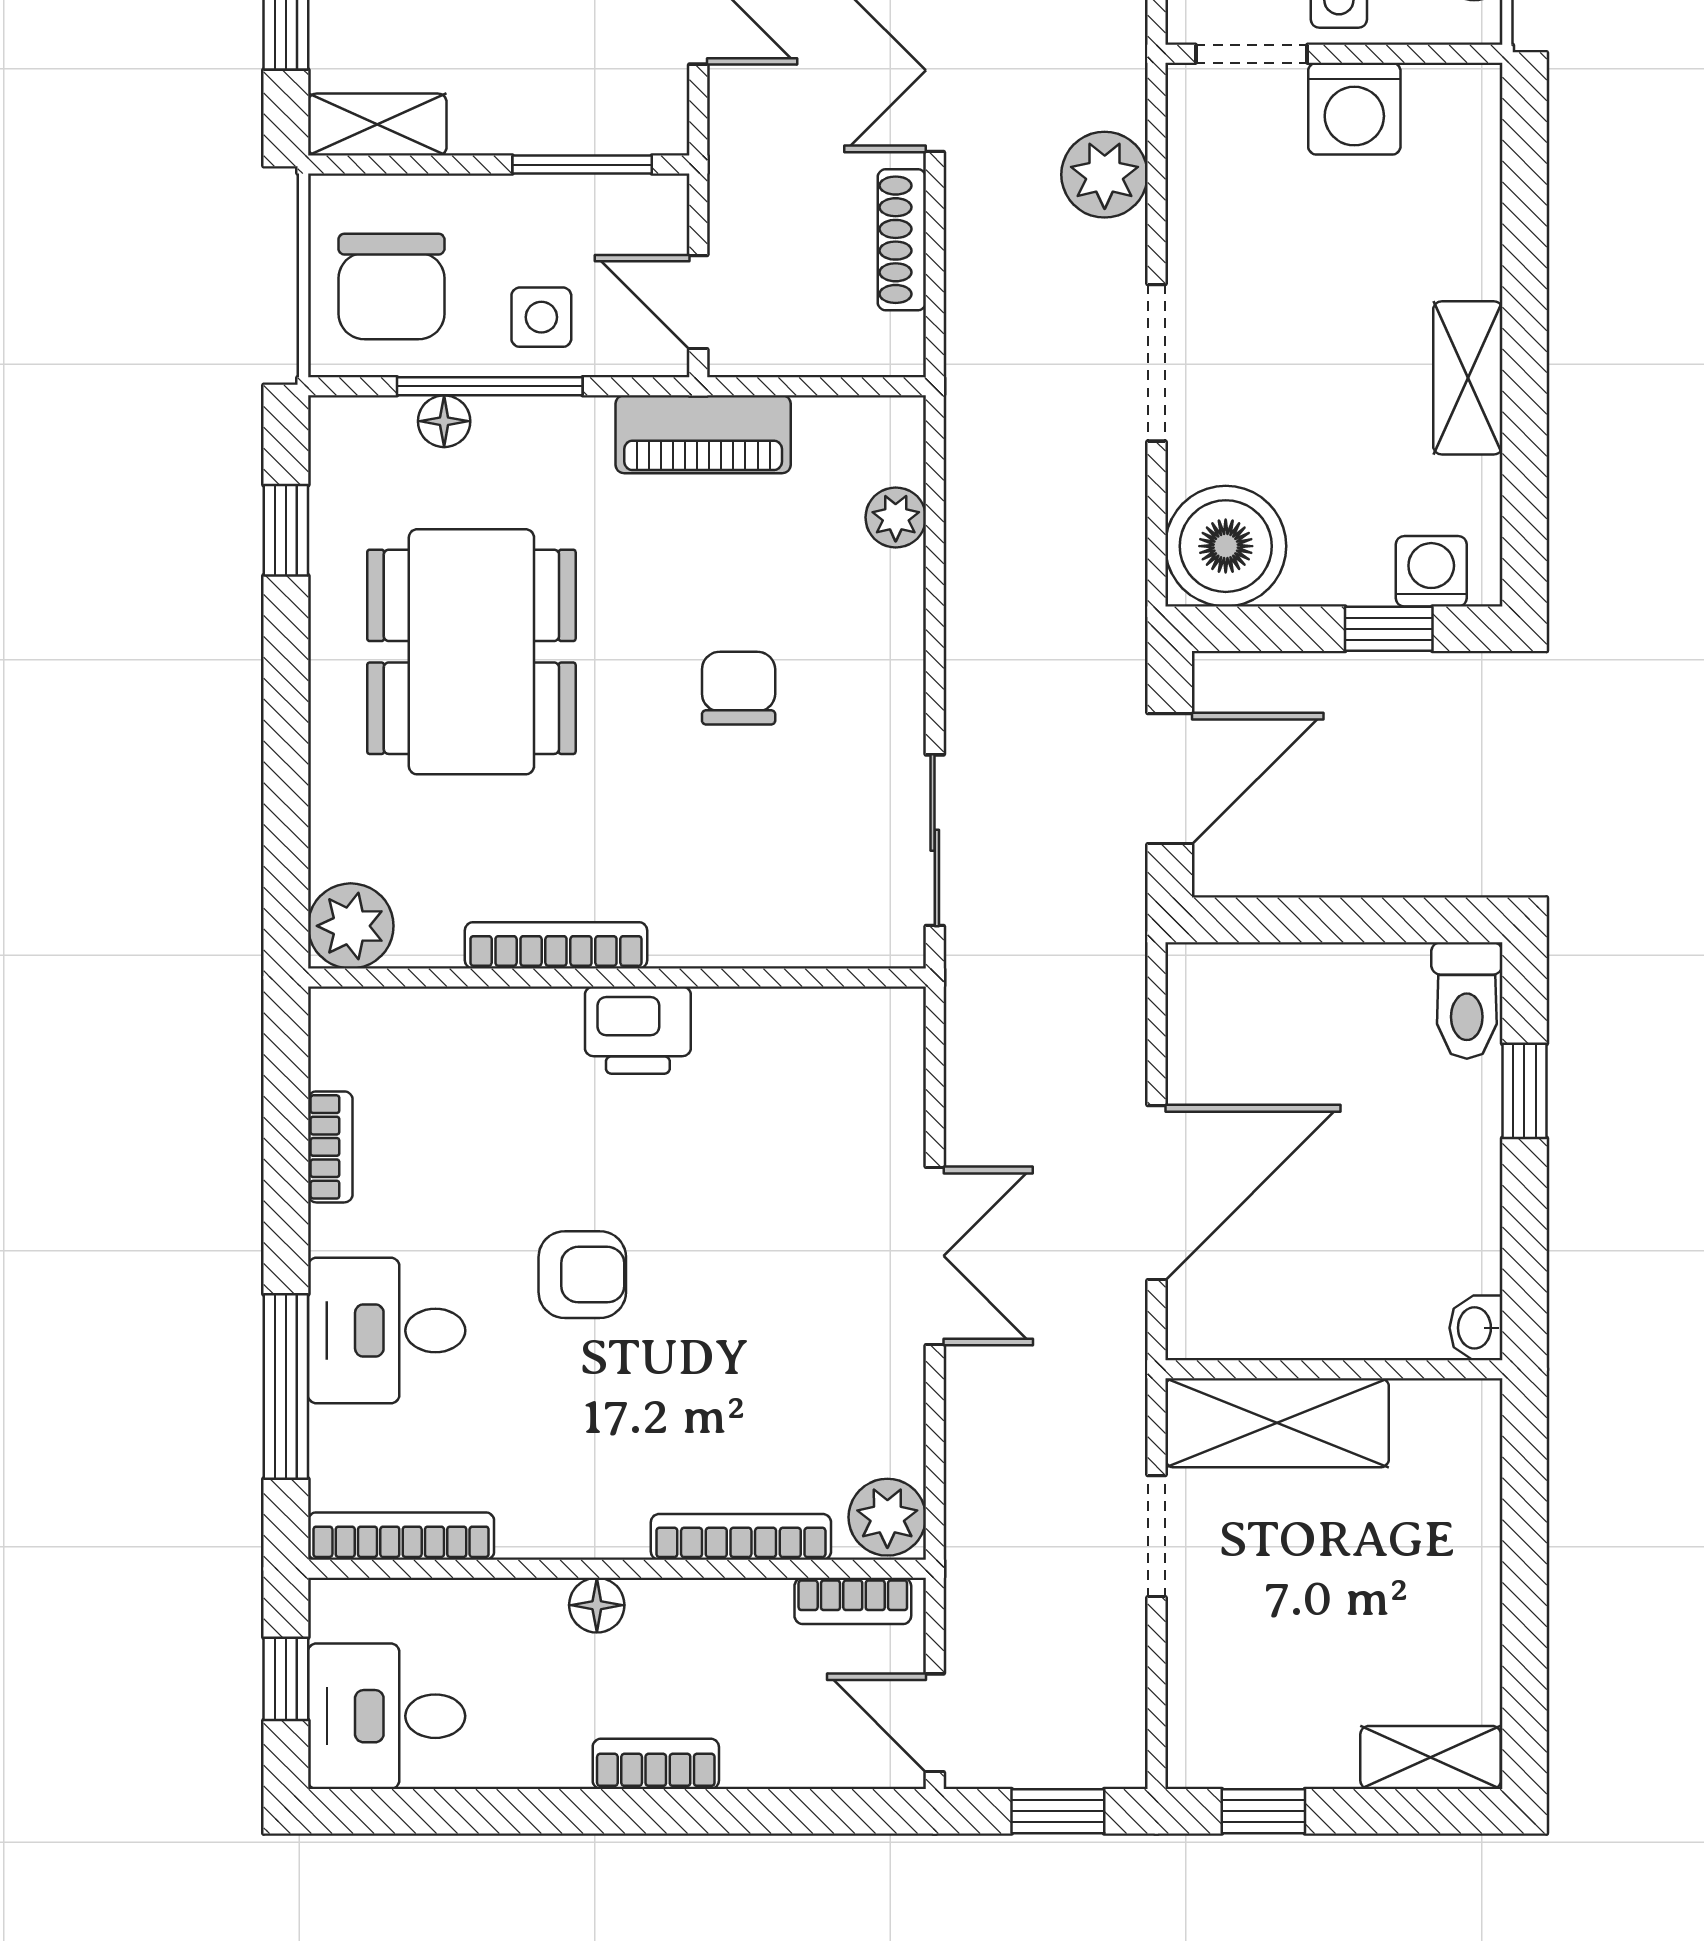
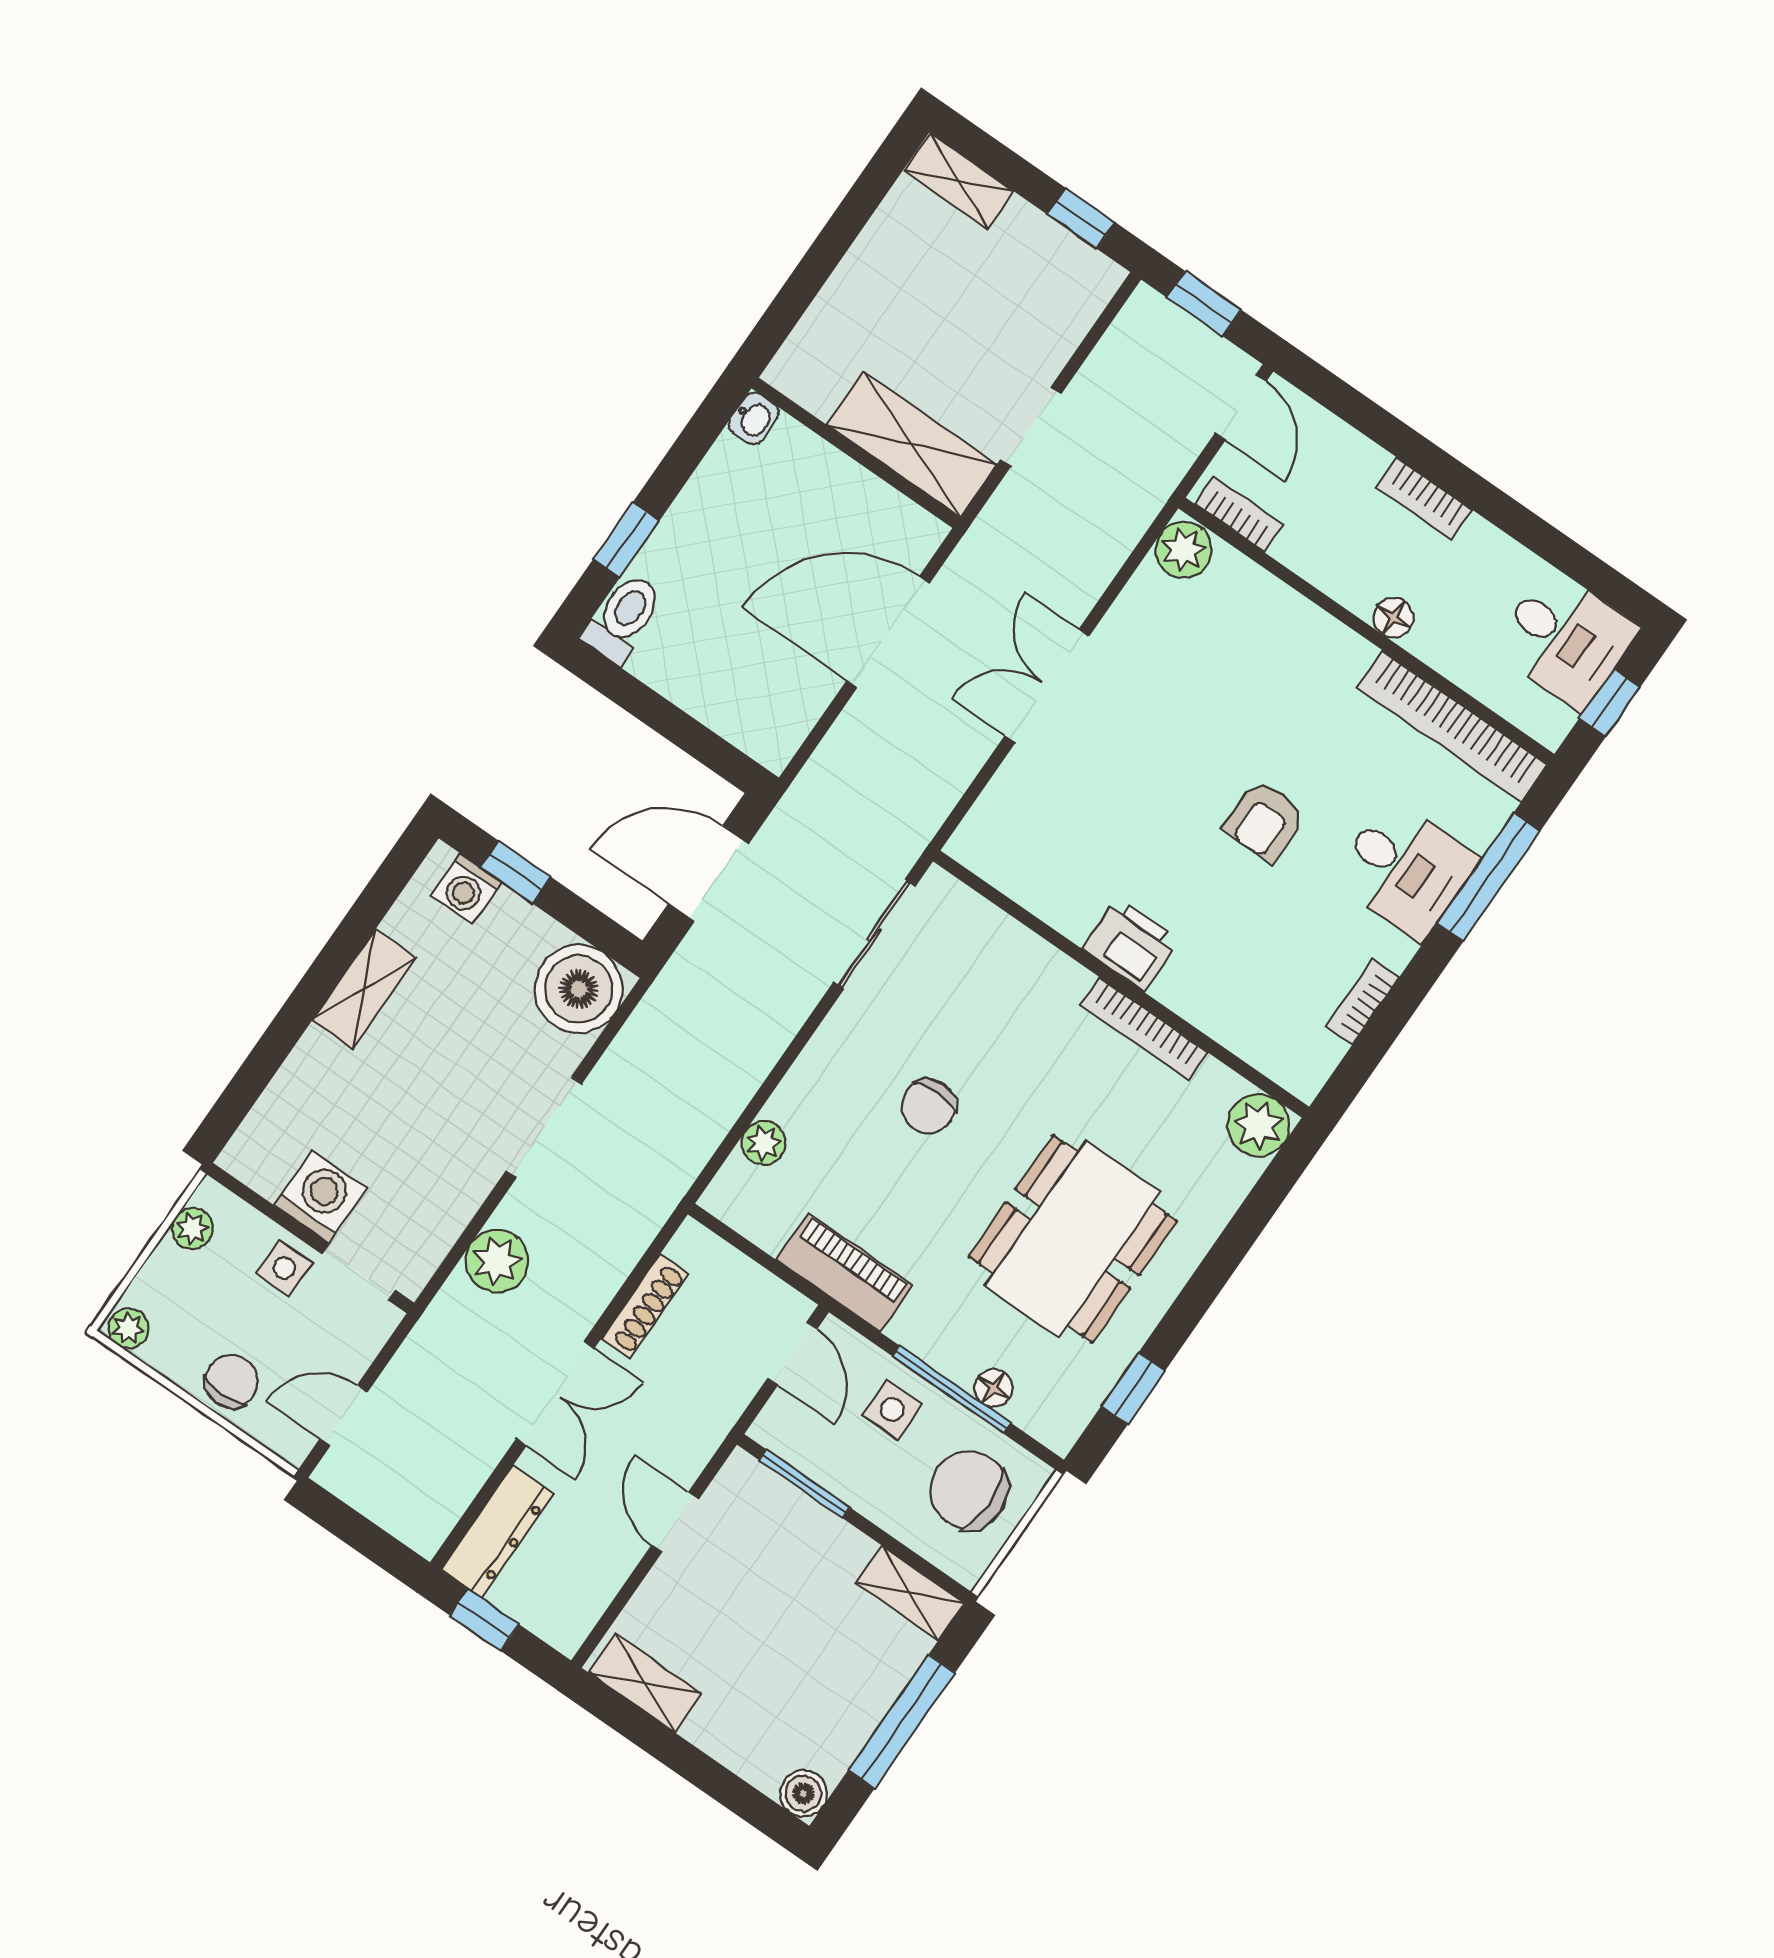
chair: (391, 286) -> (969, 1490), turned -90
armchair: (582, 1275) -> (1265, 821), turned -90
bookcase: (401, 1536) -> (1452, 726), width x1.48, depth x1.31
bookcase: (741, 1537) -> (1279, 599), removed

